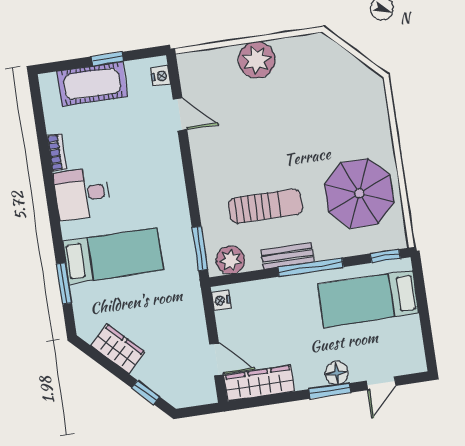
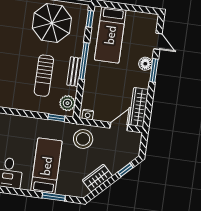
sun lounger: (266, 206) -> (44, 76), turned 180
window: (200, 248) -> (56, 118), width x0.67
stool: (177, 305) -> (83, 139), added

